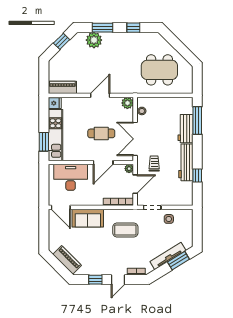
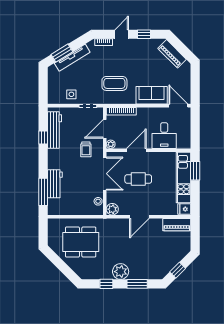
plant: (94, 40) -> (121, 272), moved
workbench: (186, 162) -> (54, 130), moved
desk: (71, 177) -> (164, 136), width x0.73

